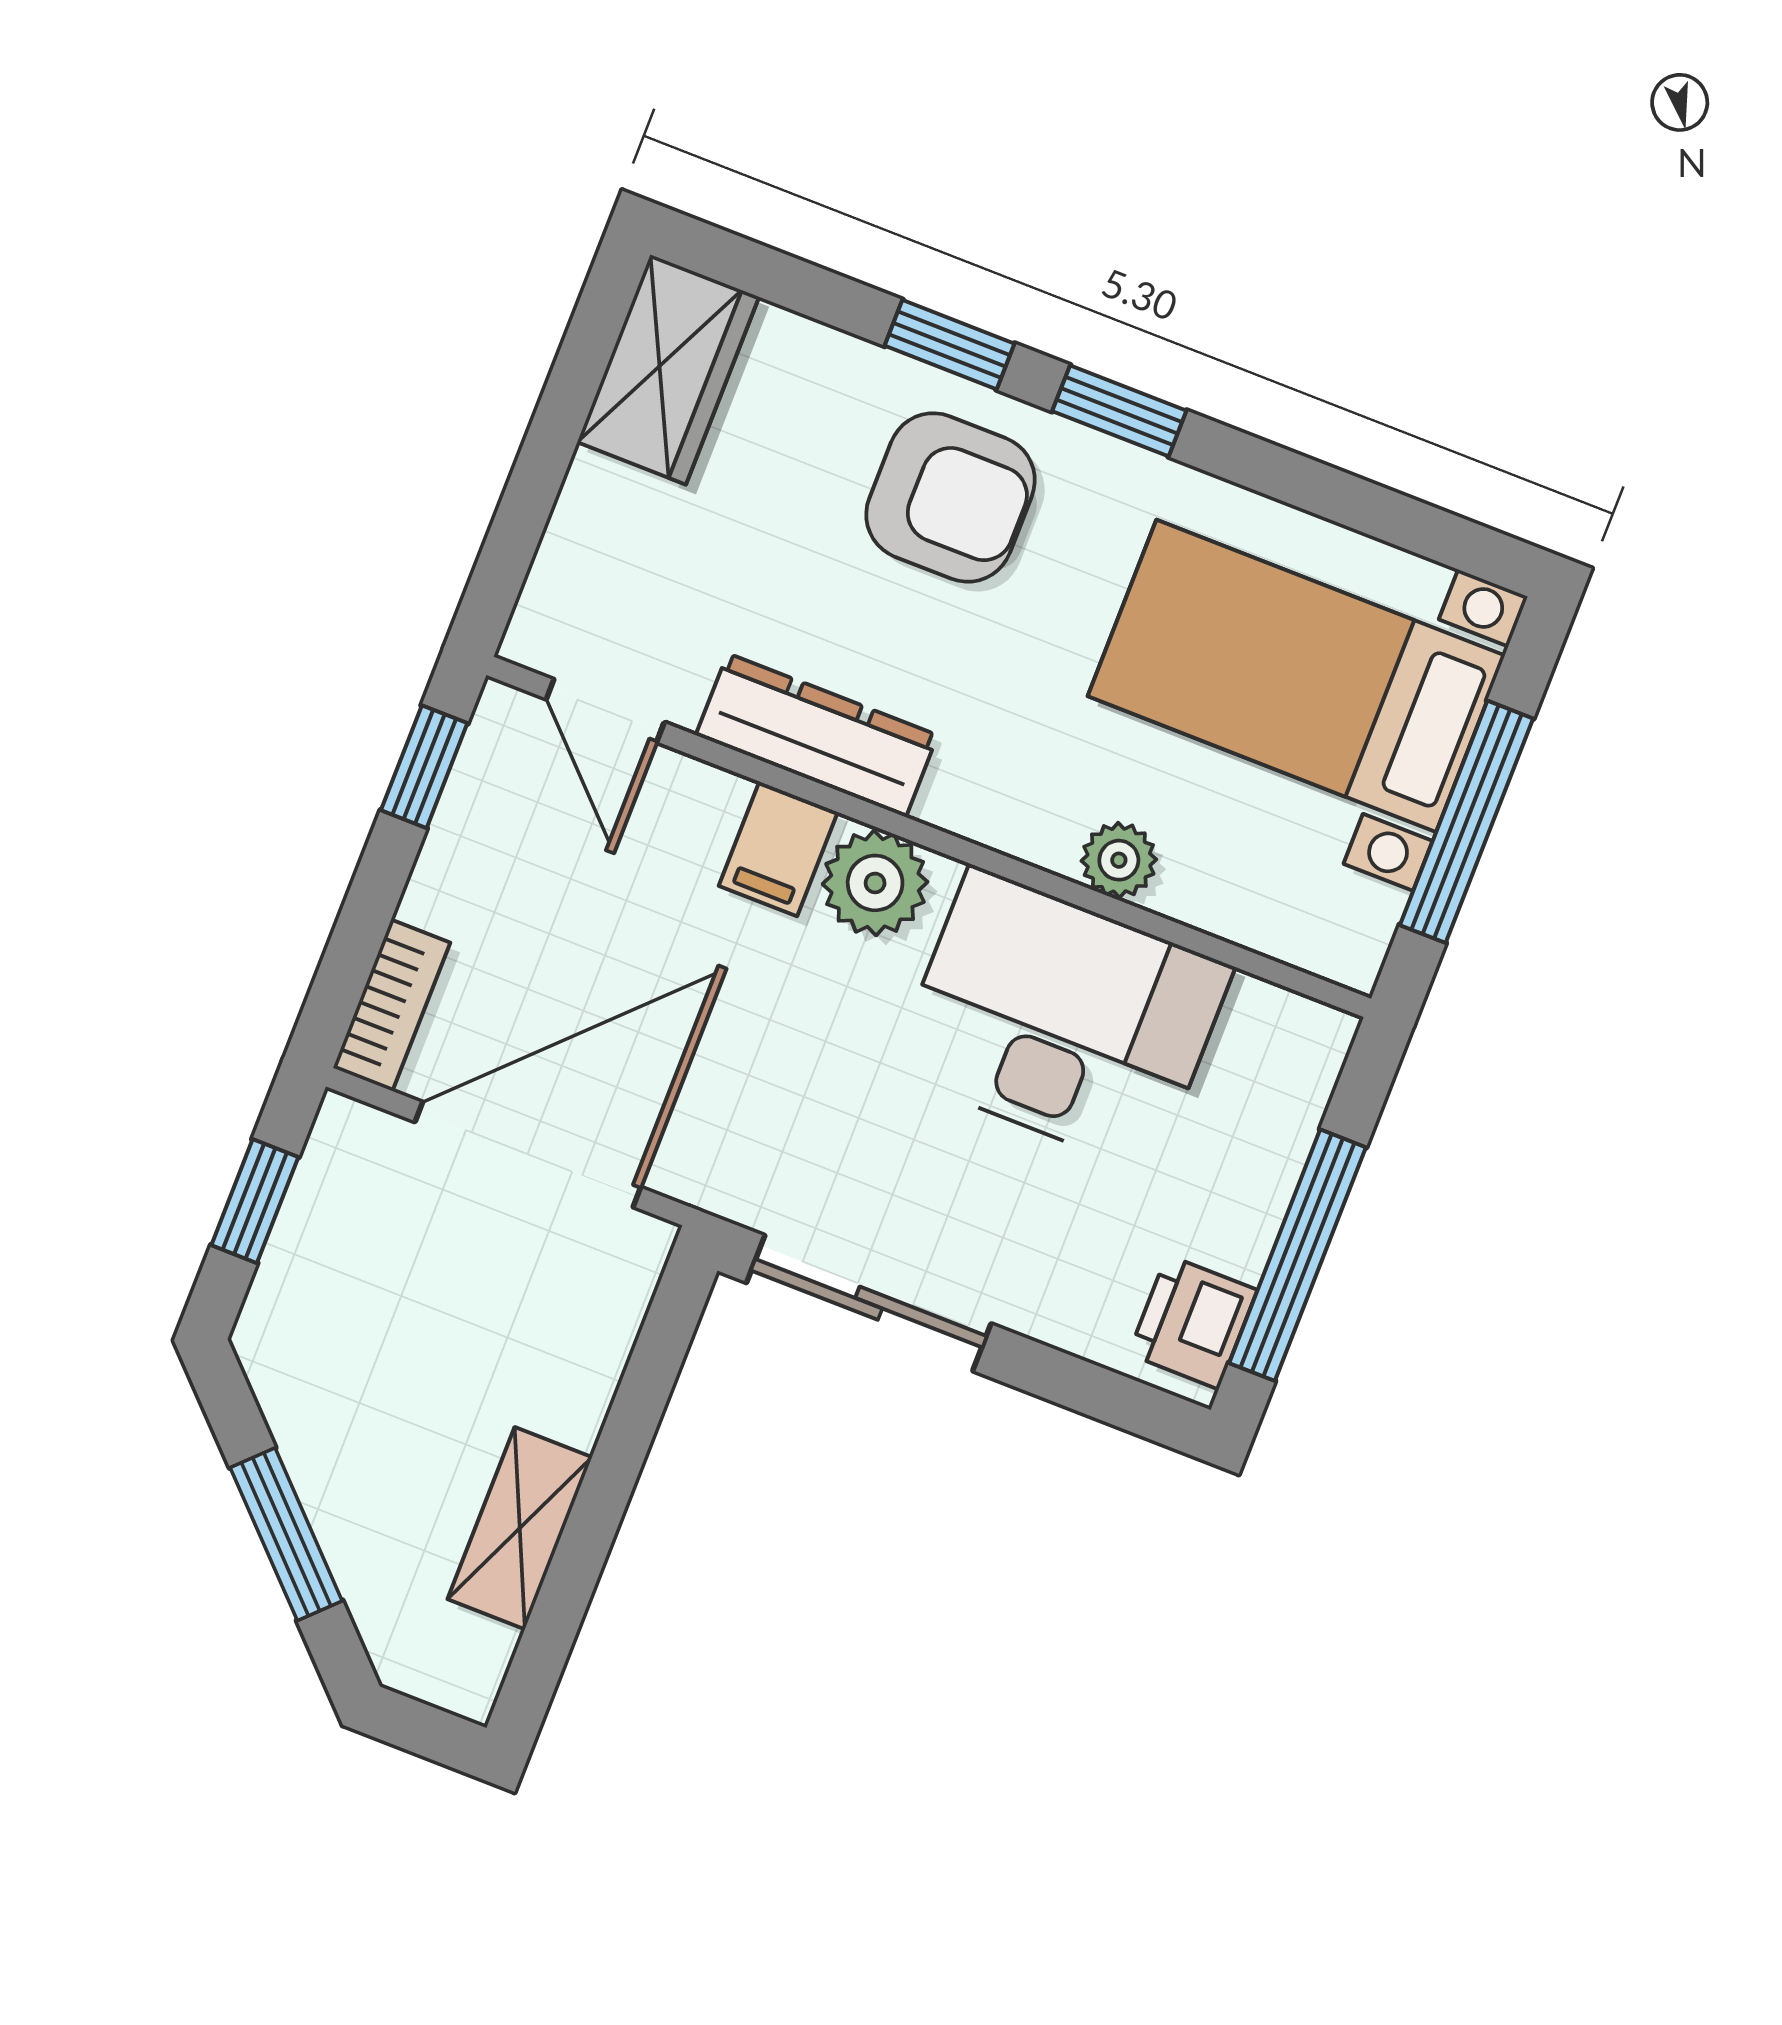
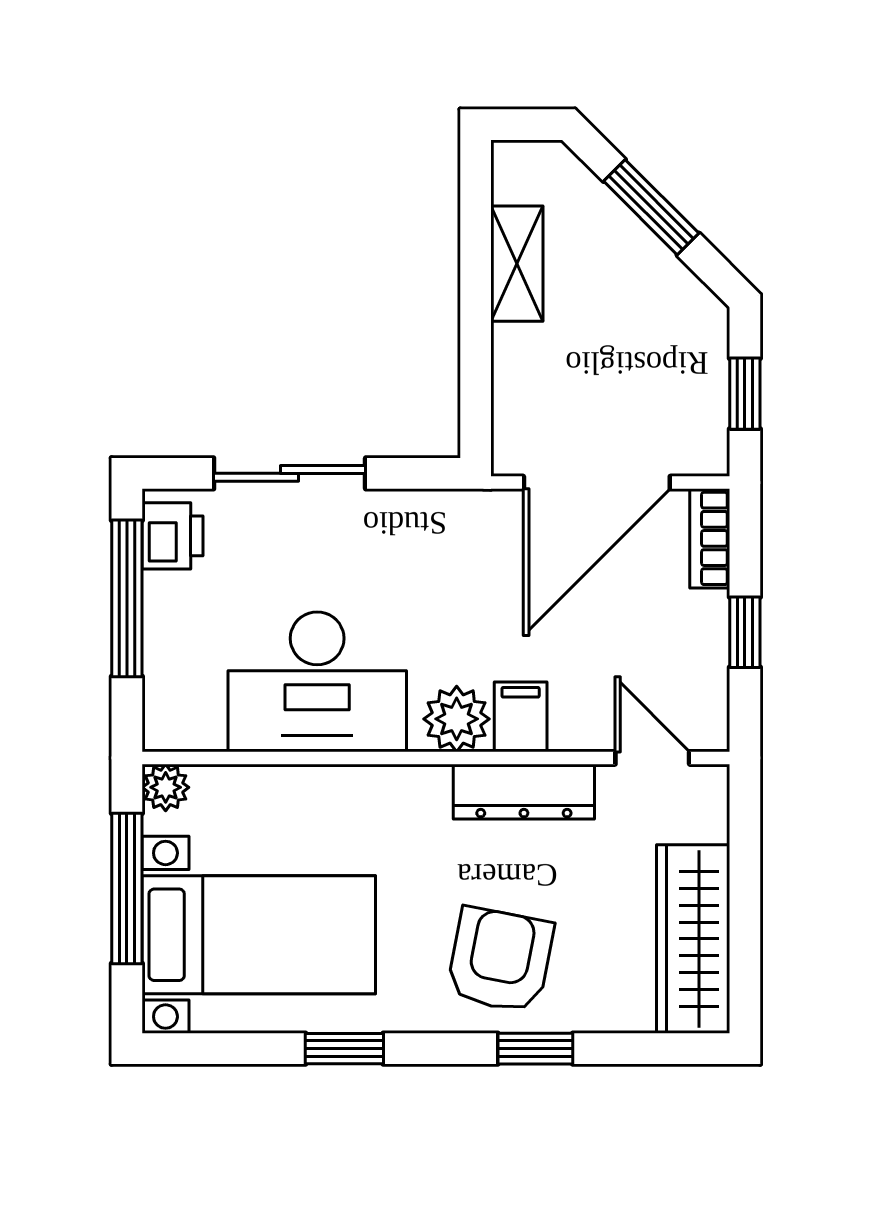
wardrobe: (668, 370) -> (693, 939), width x1.50
window: (1119, 411) -> (344, 1049), moved
armchair: (950, 497) -> (500, 960), turned 101
window: (424, 767) -> (745, 632), moved
plant: (1119, 860) -> (166, 787), moved
sliding door: (869, 1303) -> (290, 473), moved

